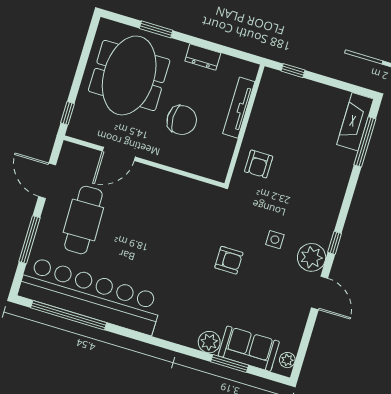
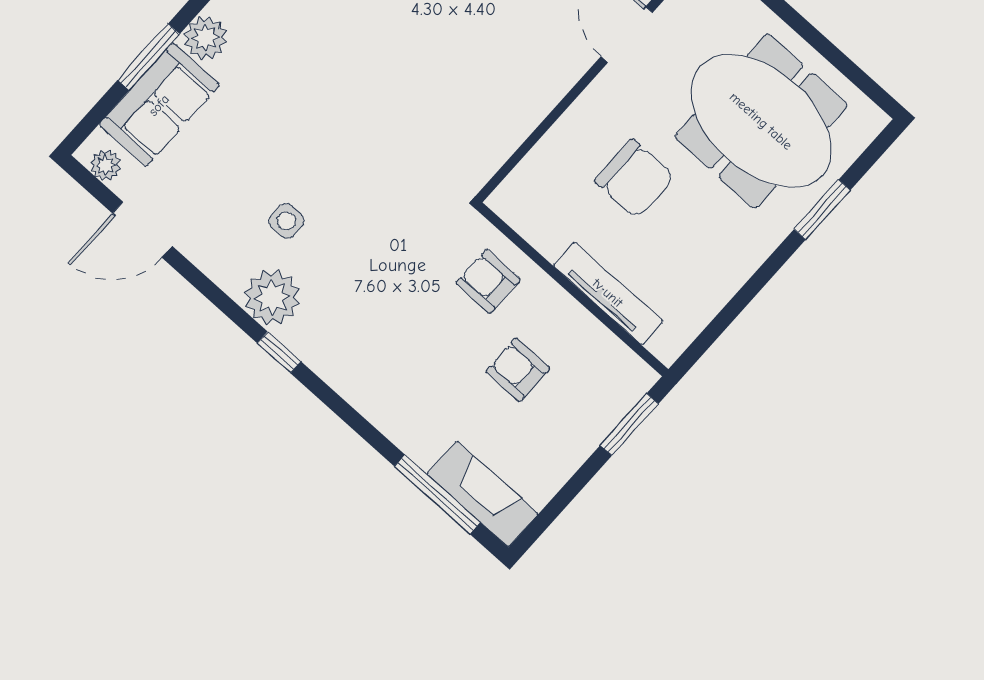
dresser: (203, 57) -> (732, 271), removed
window: (293, 71) -> (629, 425), width x1.50
chair: (182, 120) -> (635, 179), turned -90
side table: (275, 240) -> (286, 221), moved
armchair: (229, 260) -> (518, 370), moved, turned 90
door: (320, 293) -> (142, 230), moved

